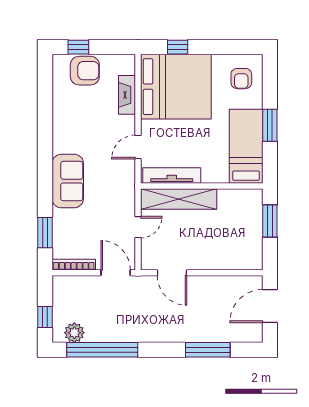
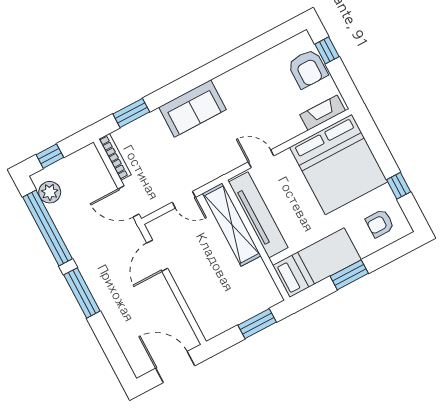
window: (178, 47) -> (399, 186), moved
fireplace: (127, 95) -> (323, 113), moved
tv unit: (172, 176) -> (258, 215), width x1.36, depth x1.29
door: (116, 273) -> (129, 202), swing flipped
window: (208, 350) -> (82, 293), moved

